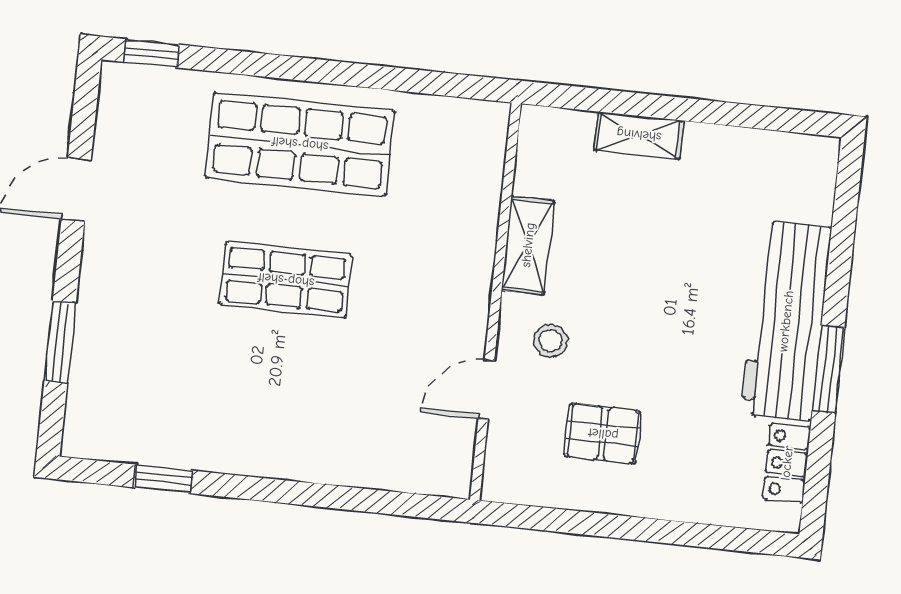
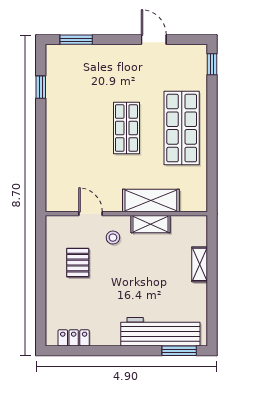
shelving: (470, 238) -> (151, 200), added
workbench: (786, 321) -> (160, 332), moved
window: (60, 342) -> (76, 40), moved
window: (828, 369) -> (179, 351), moved

